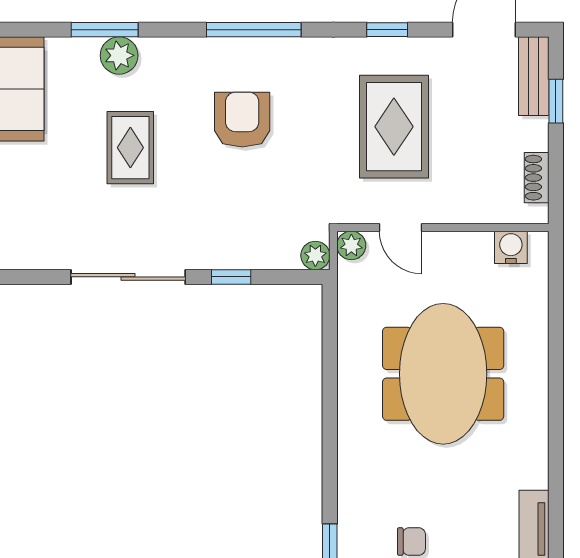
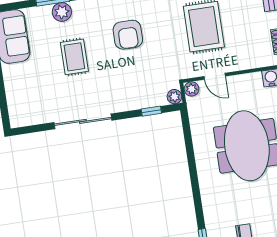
armchair: (242, 120) -> (128, 35), turned 180
window: (231, 277) -> (151, 111), moved

